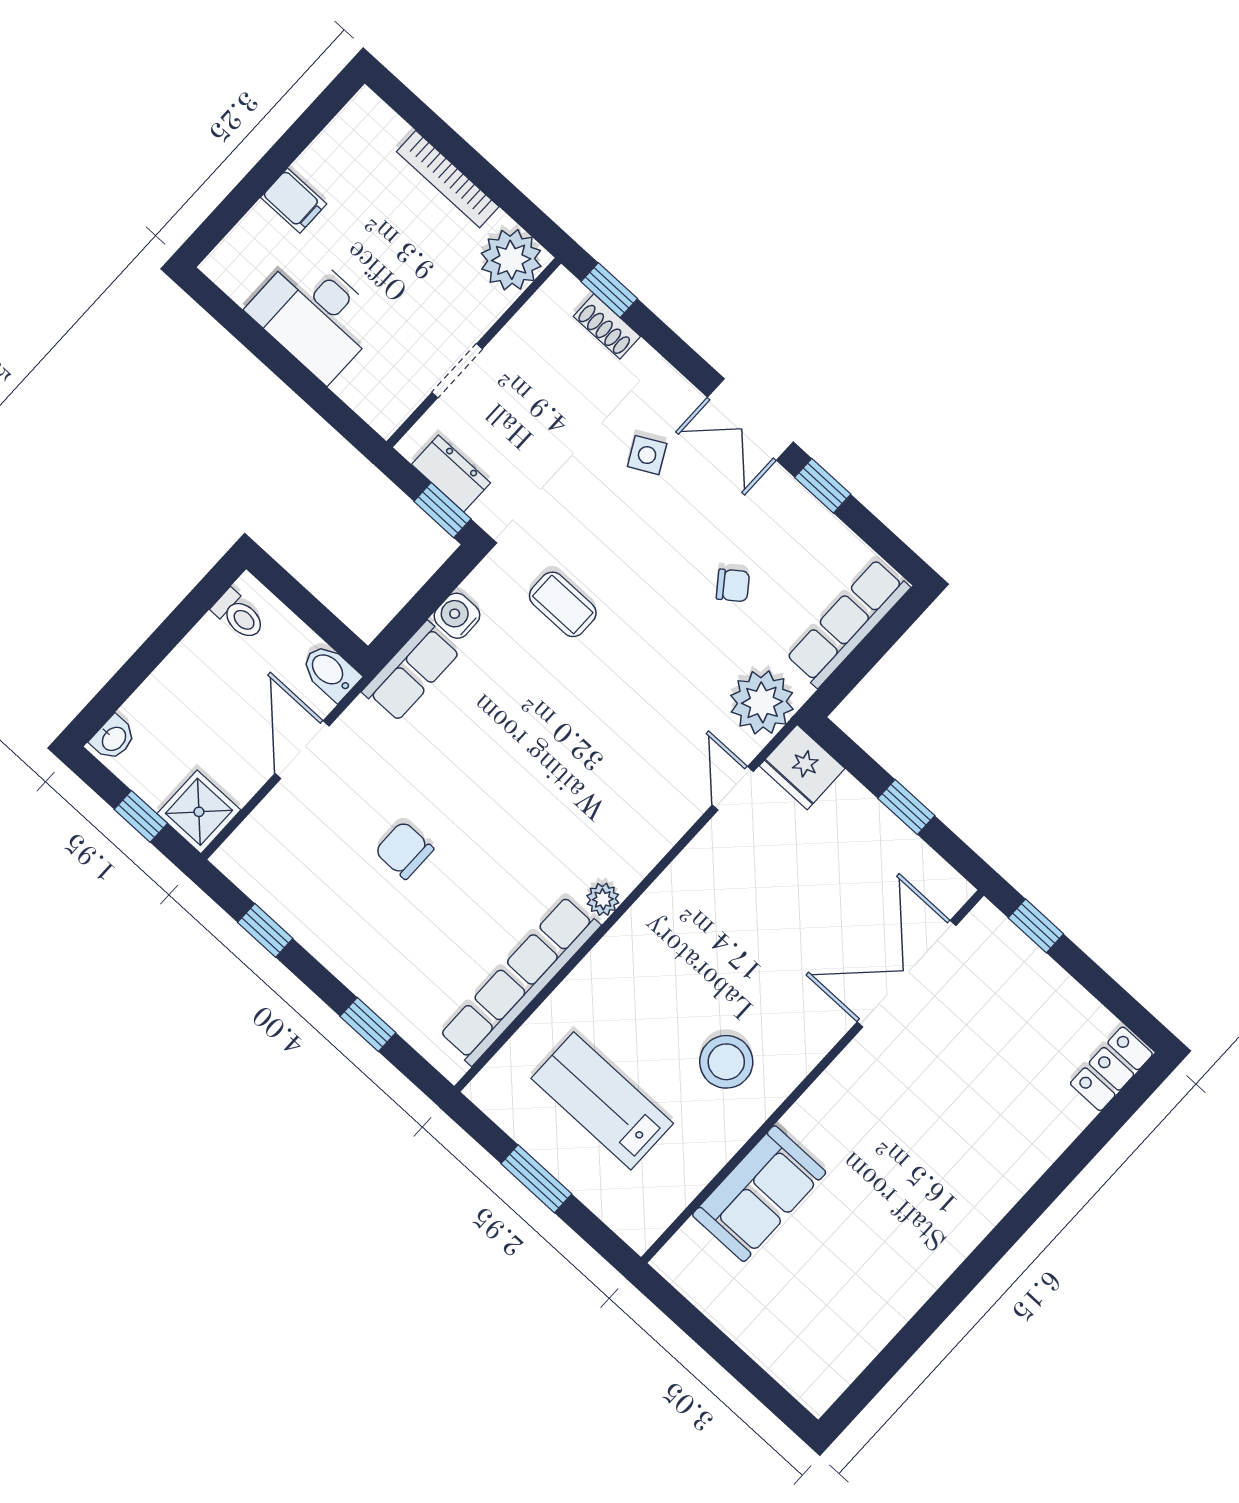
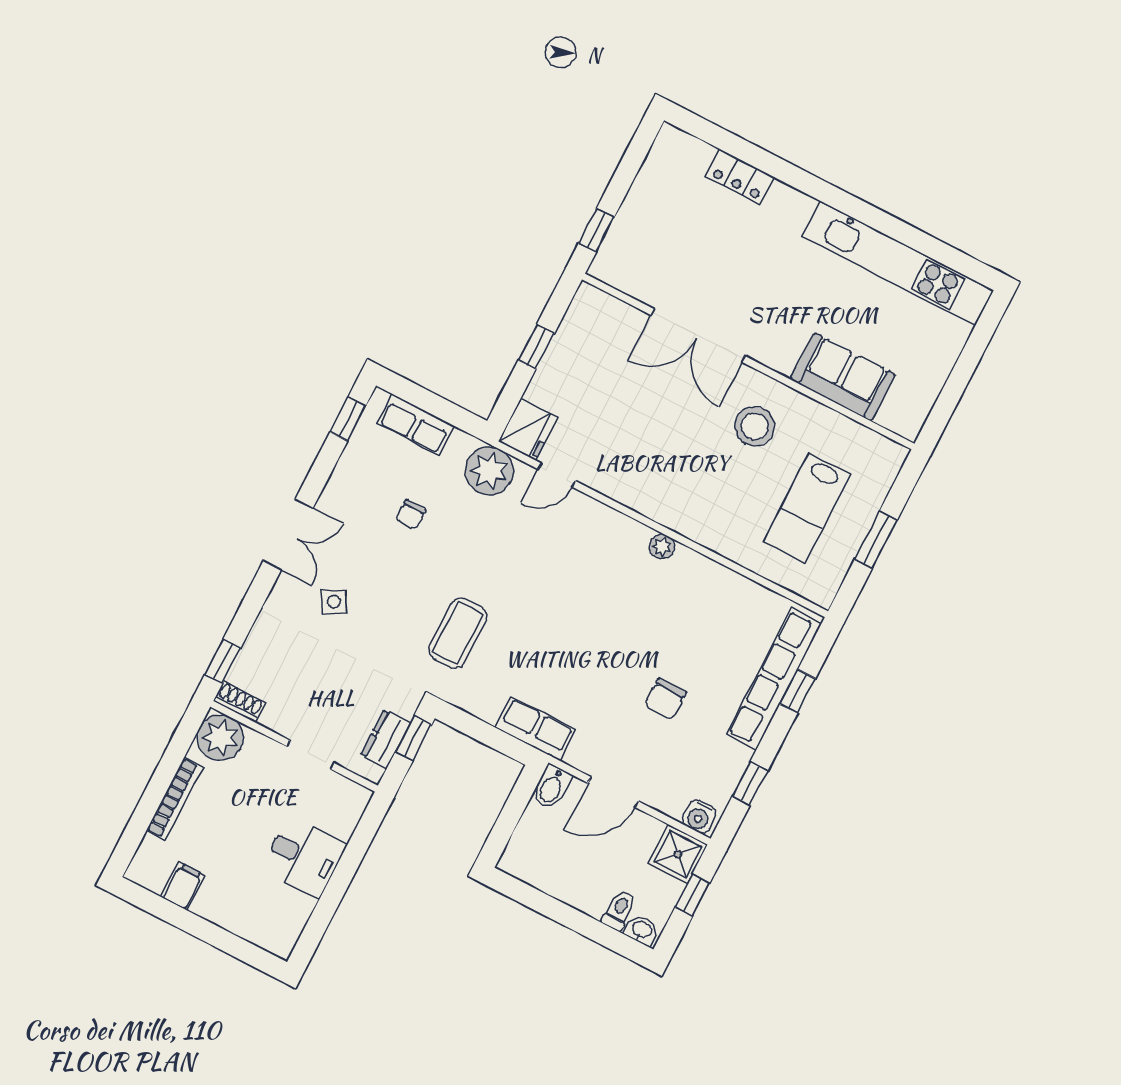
filing cabinet: (294, 201) -> (183, 886), moved
desk: (315, 315) -> (304, 857), width x0.73
shoe rack: (607, 326) -> (239, 702), moved, turned -90
window: (823, 486) -> (348, 419), moved
chair: (733, 585) -> (411, 515), turned -143
coffee table: (563, 604) -> (458, 633), width x1.36, depth x1.30
toilet: (239, 615) -> (619, 910), moved
water cooler: (457, 616) -> (699, 817), moved
row of seats: (848, 623) -> (416, 425), width x0.68
double door: (907, 974) -> (698, 336), moved
row of seats: (520, 981) -> (774, 679), moved, turned 90
locker: (1111, 1069) -> (740, 177), moved
kitchen unit: (887, 1305) -> (898, 263), added

